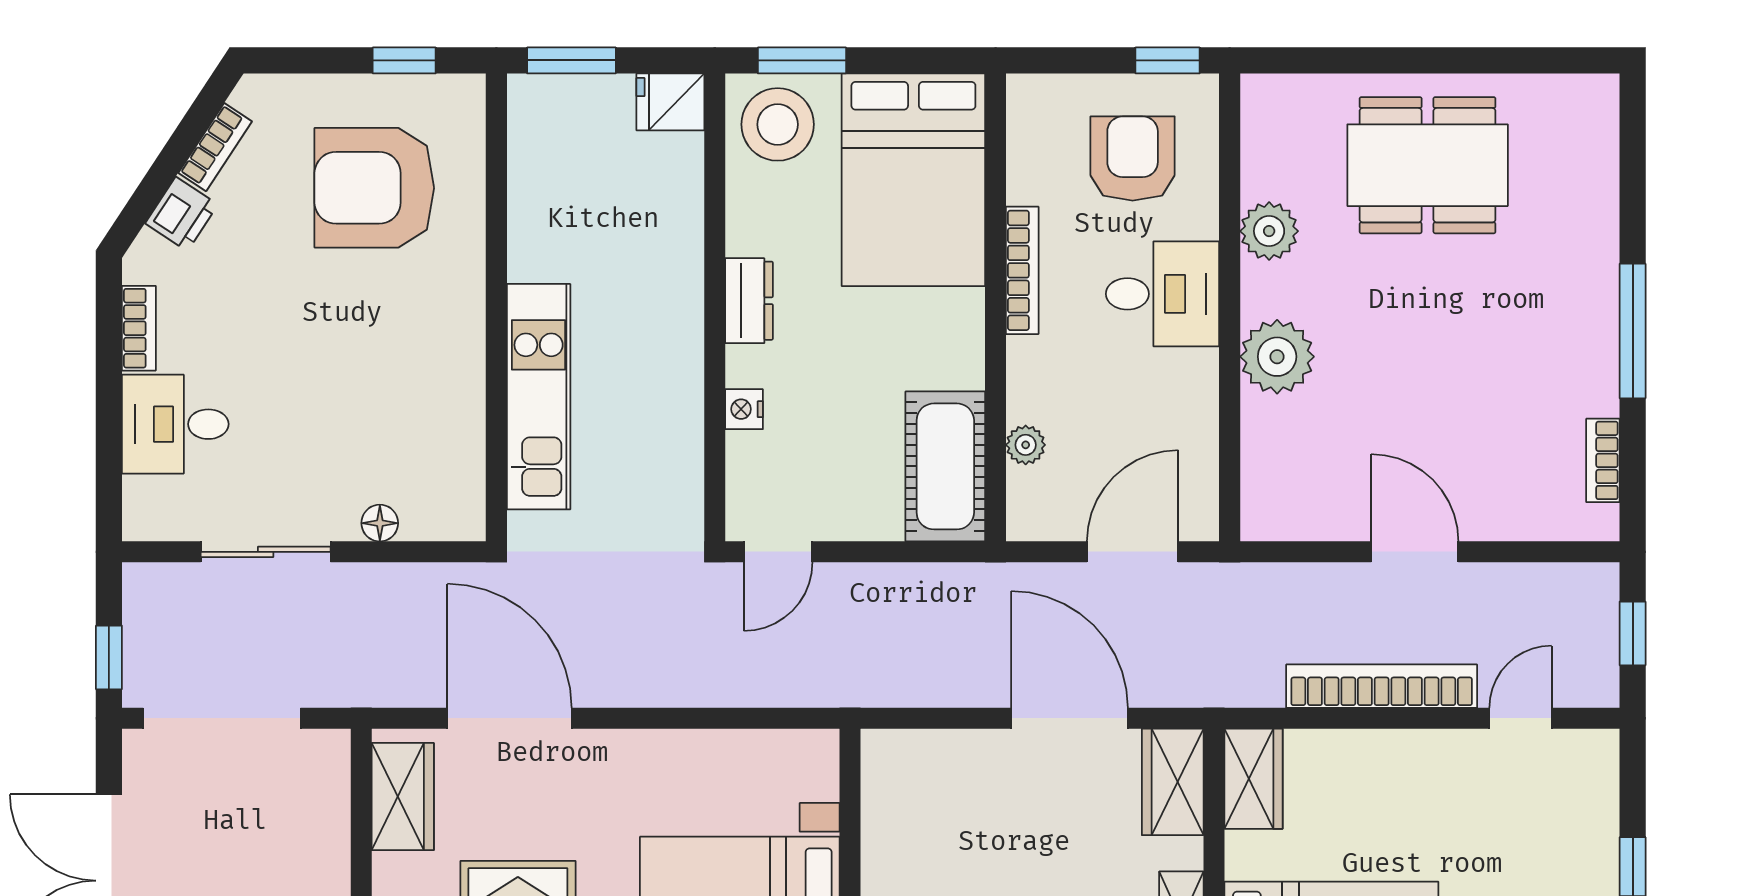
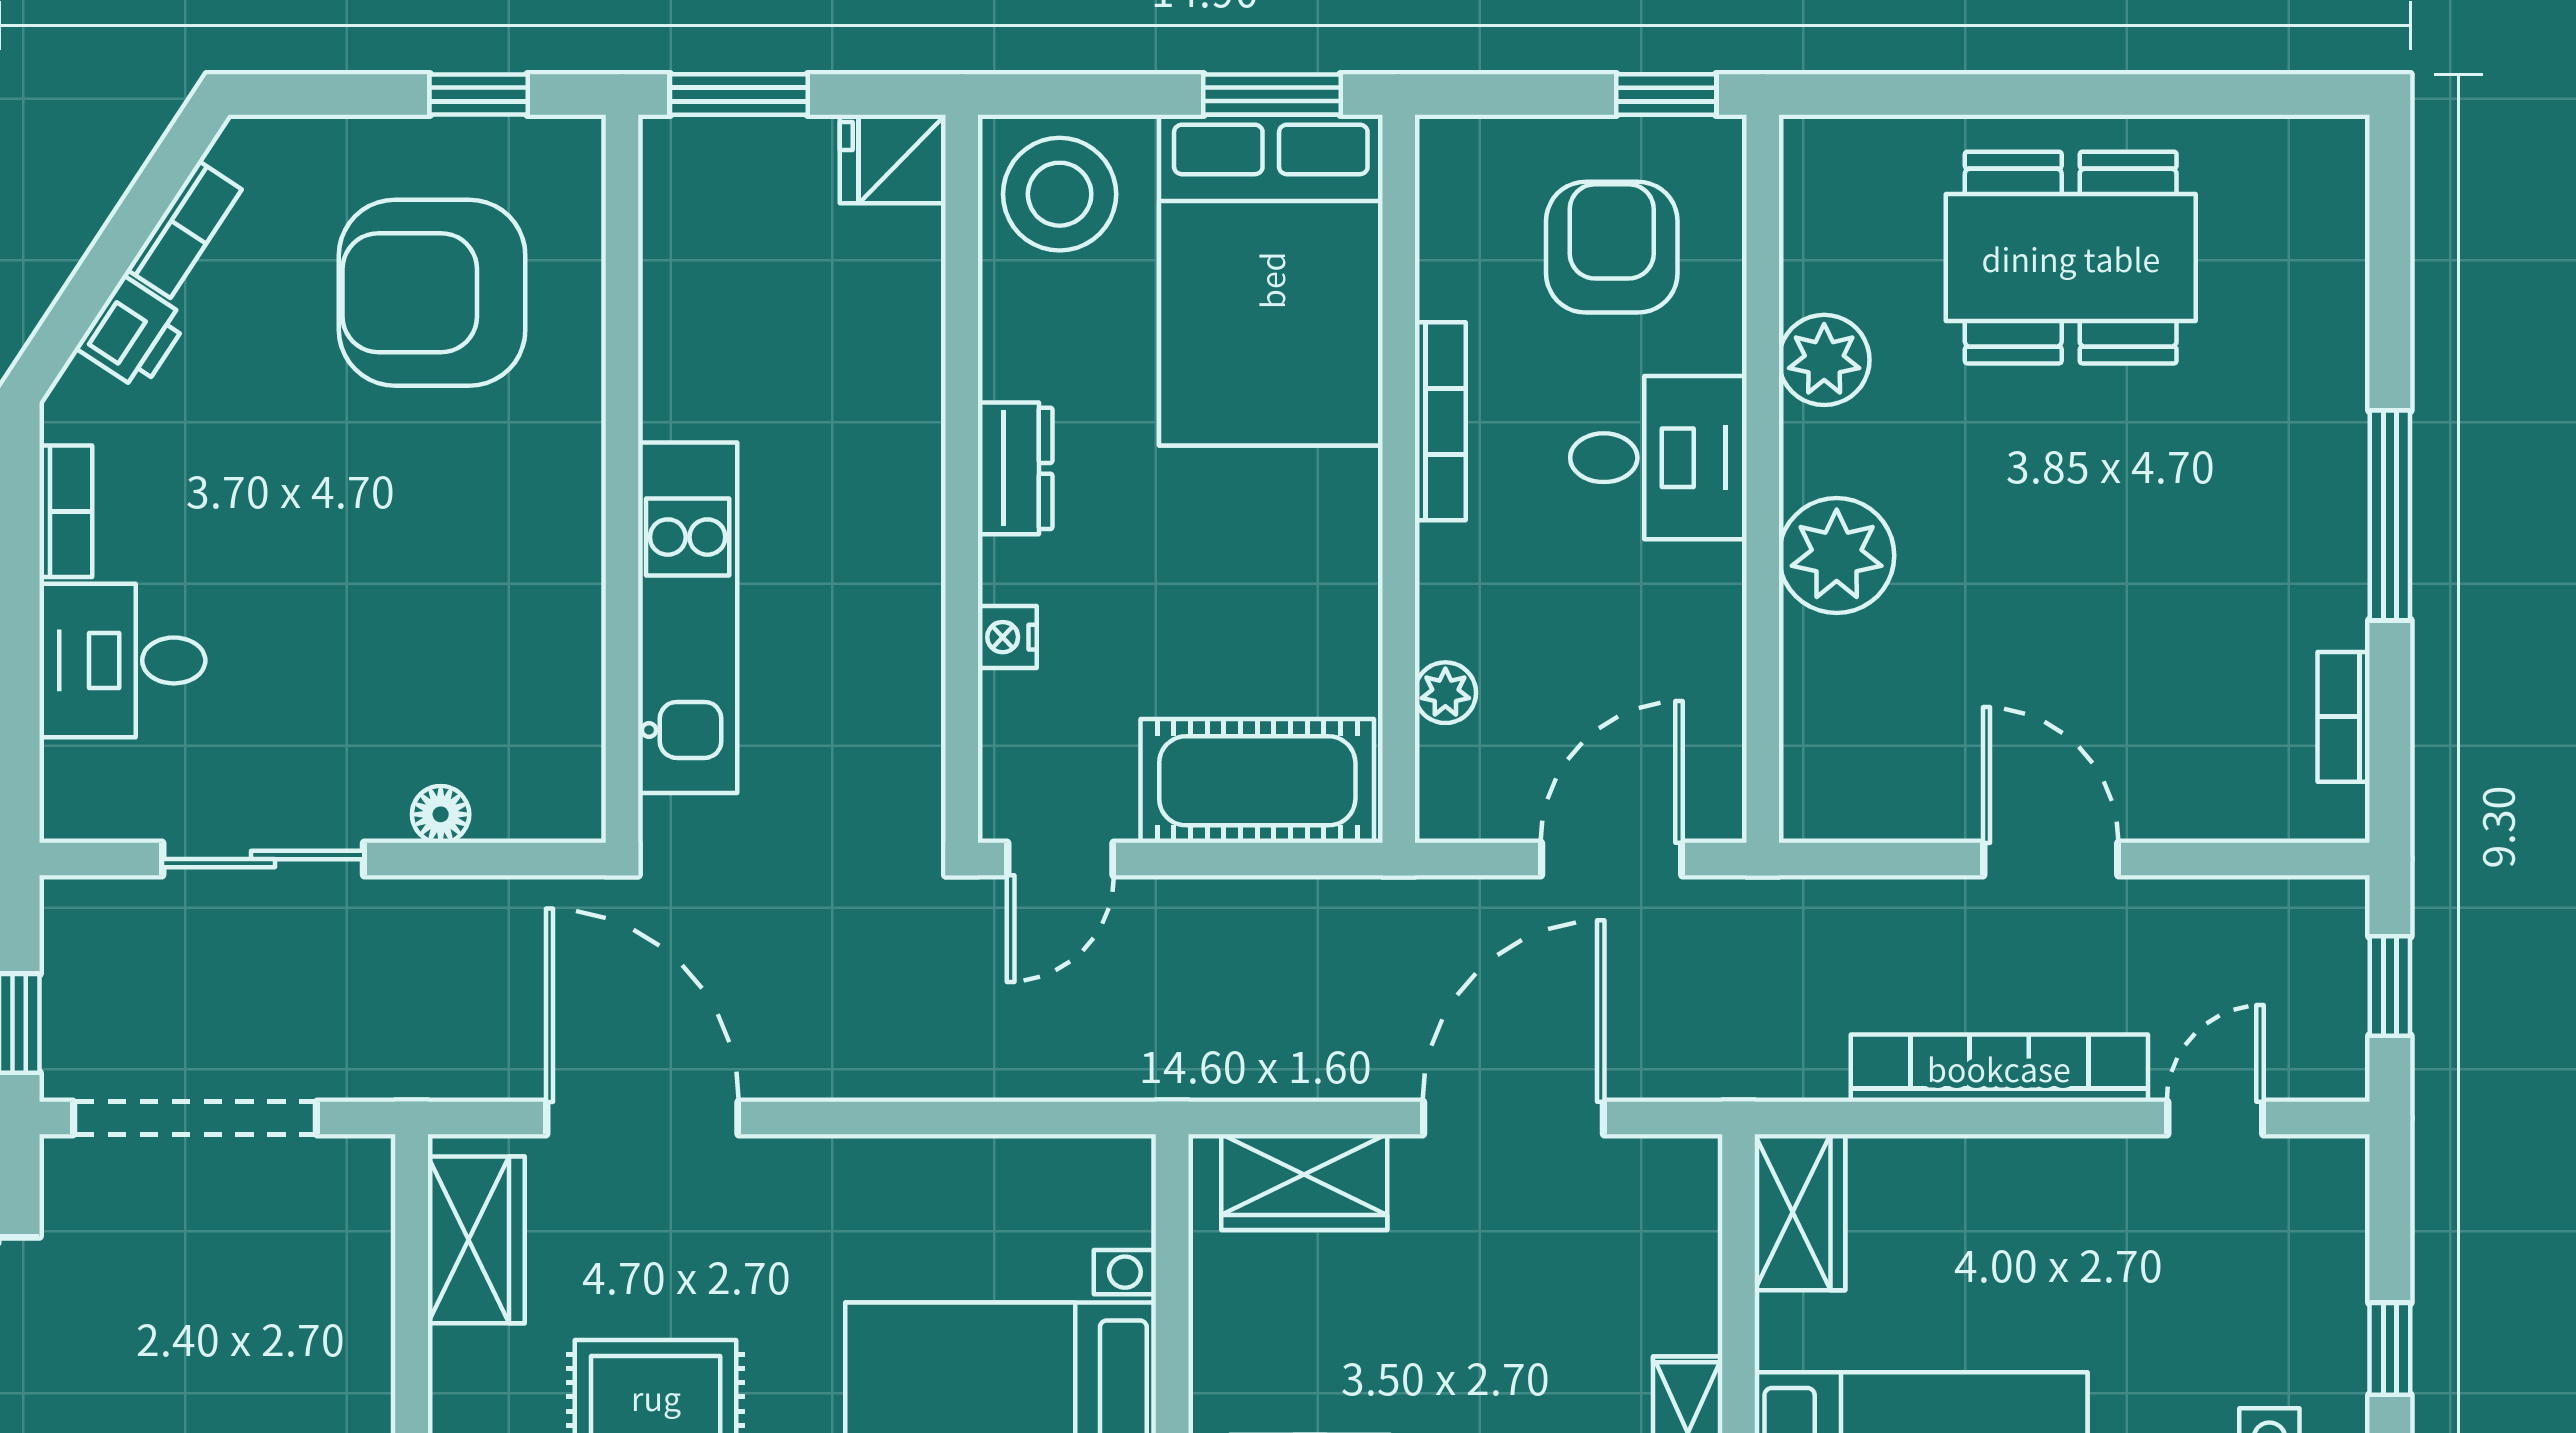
window: (802, 60) -> (1272, 94), moved
cot: (945, 466) -> (1257, 781), moved, turned 90
door: (1069, 718) -> (1514, 1118), hinge flipped
wardrobe: (1173, 782) -> (1304, 1182), moved, turned -90

